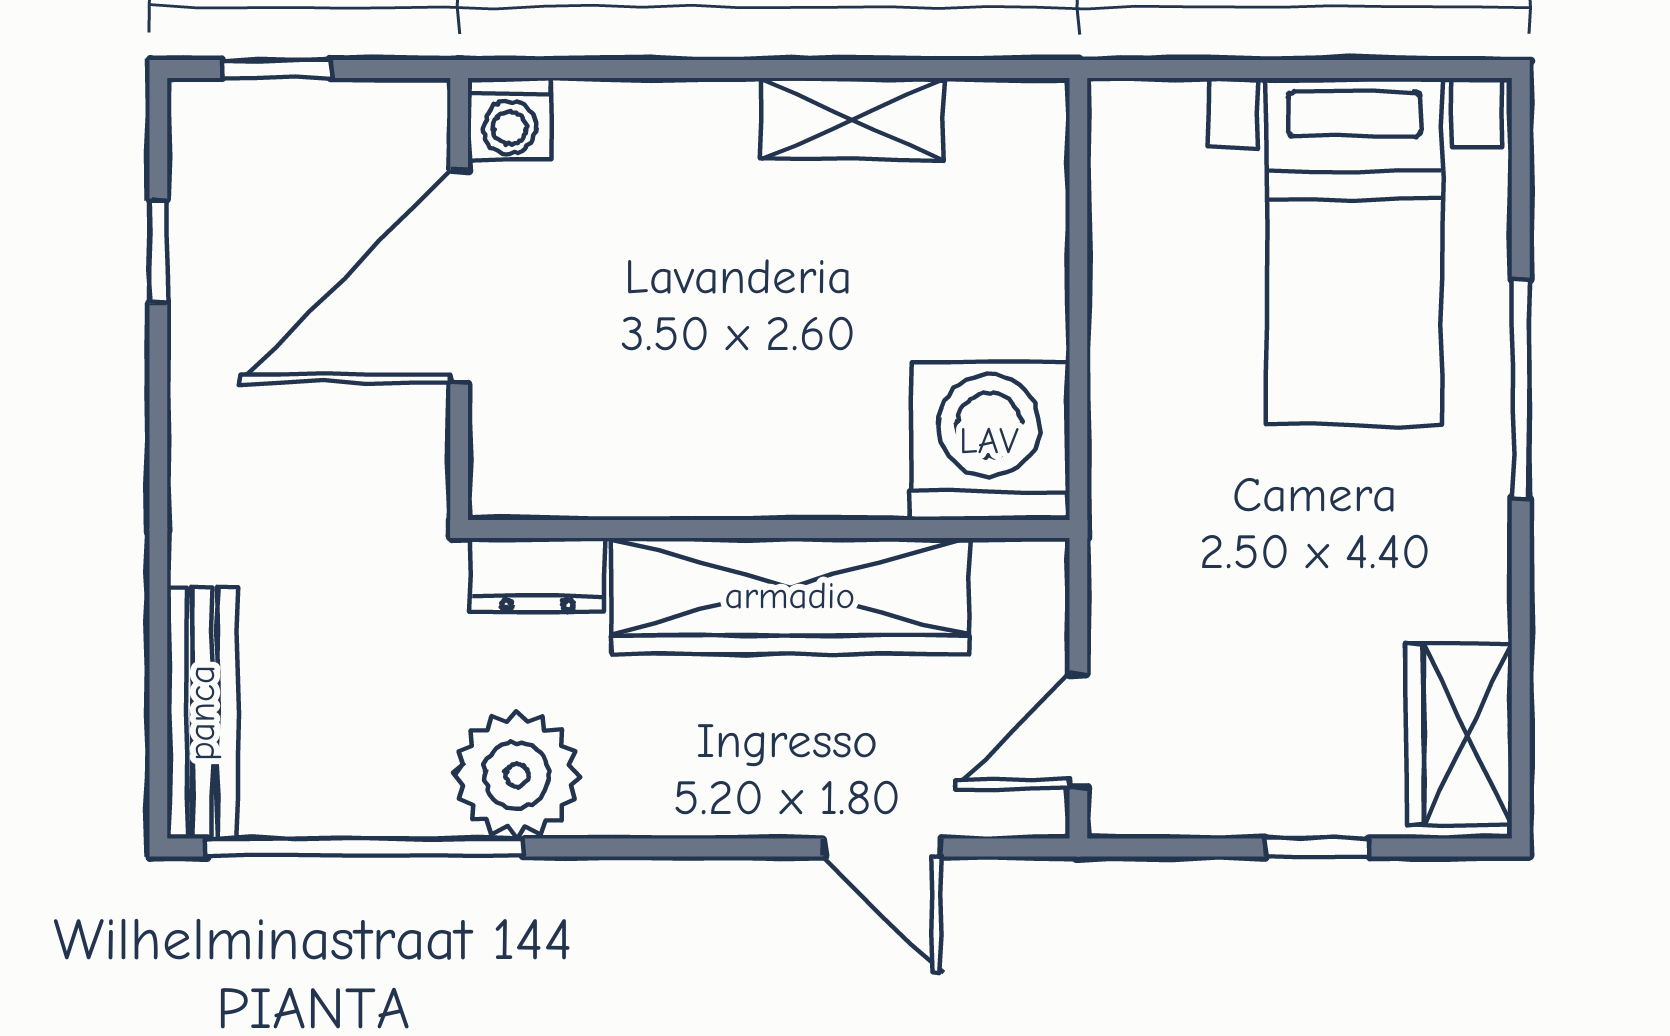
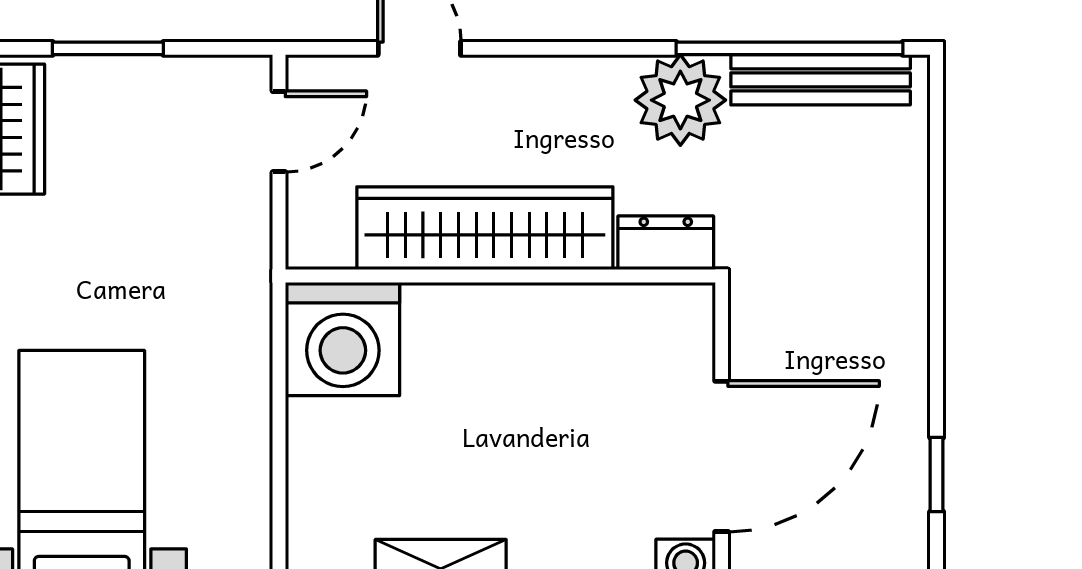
bench: (202, 713) -> (821, 80), moved, turned 90
window: (1318, 847) -> (108, 48), width x1.50

